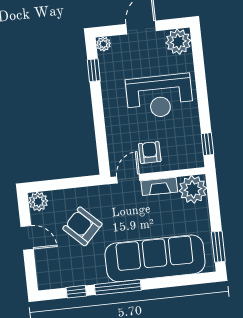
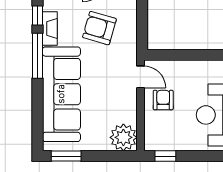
armchair: (150, 152) -> (163, 100), turned -90
fireplace: (159, 186) -> (50, 29), moved, turned 180
armchair: (82, 226) -> (99, 28), turned -118

